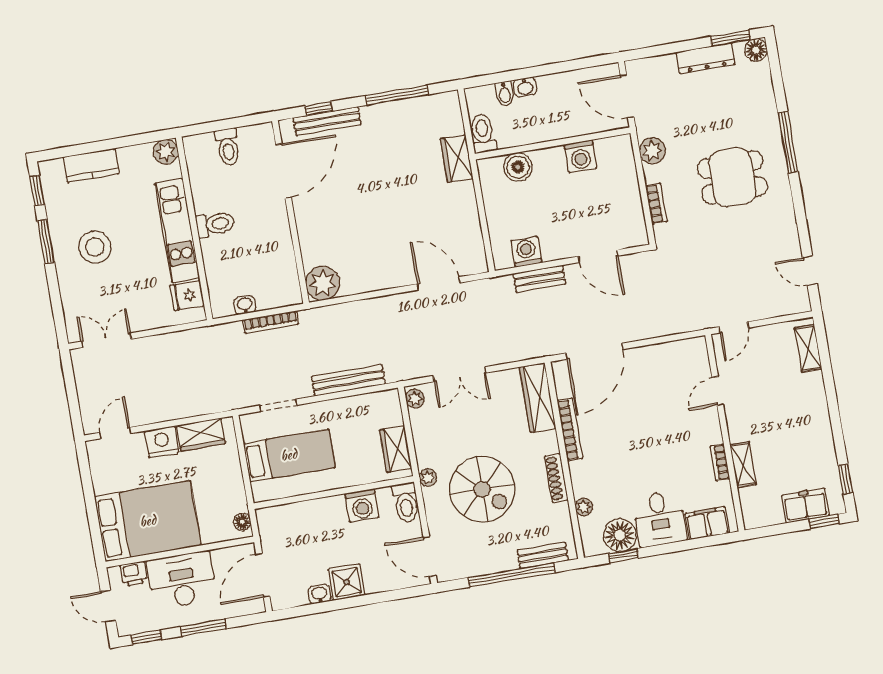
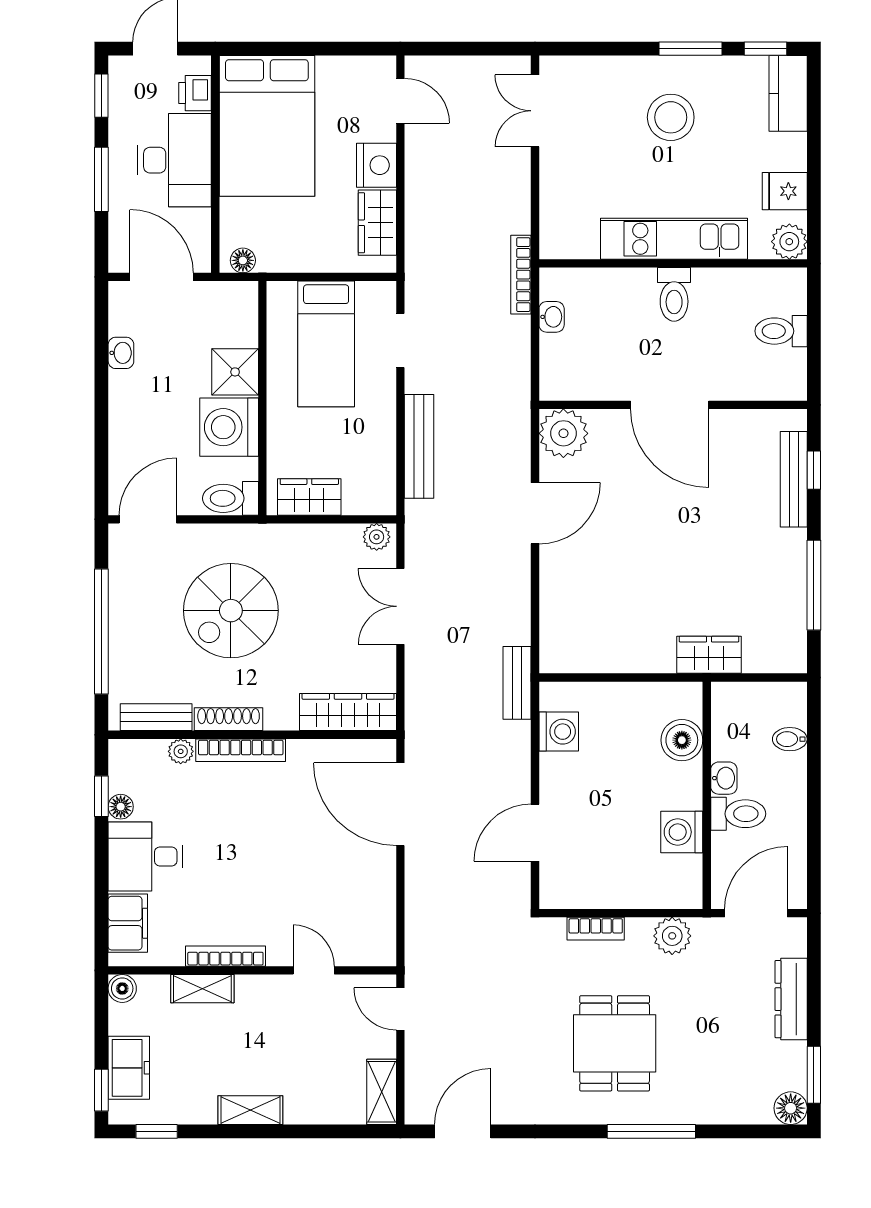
dresser: (706, 58) -> (791, 999), moved
washbasin: (525, 87) -> (724, 778), moved, turned 180
toilet: (483, 133) -> (738, 814), moved
kitchen counter: (91, 165) -> (788, 93), moved
door: (284, 171) -> (670, 405), moved
door: (810, 271) -> (463, 1131), width x1.37
bench: (539, 279) -> (517, 683), moved
door: (439, 283) -> (535, 513), moved
fridge: (187, 295) -> (785, 191), moved, turned -90
bookcase: (271, 322) -> (521, 275), moved
double door: (106, 340) -> (535, 111), swing flipped
shelving: (808, 348) -> (382, 1092), moved, turned 90
shelving: (820, 418) -> (250, 1110), added
bookcase: (570, 430) -> (241, 750), moved
bookcase: (720, 462) -> (225, 956), width x1.56
plant: (428, 478) -> (261, 536), removed
washing machine: (362, 505) -> (229, 427), width x1.37, depth x1.37
boiler: (752, 519) -> (122, 988), added
floor lamp: (620, 535) -> (121, 807), width x0.53, depth x0.53
bench: (543, 555) -> (156, 717), moved, turned 90
shower: (347, 582) -> (235, 372), moved

